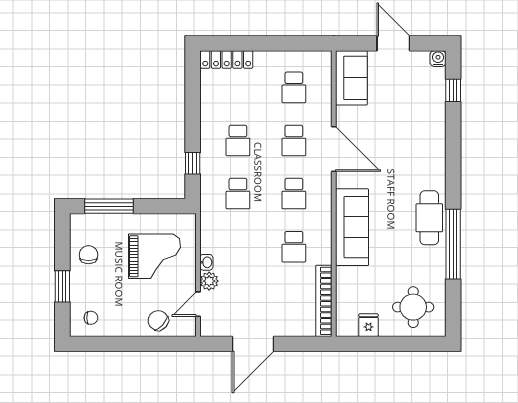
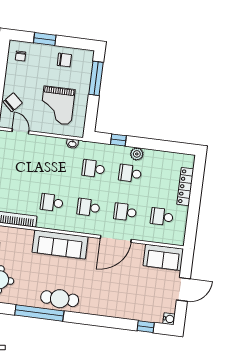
locker: (227, 59) -> (185, 187), moved
washbasin: (206, 262) -> (72, 144), moved
plant: (209, 281) -> (137, 154), moved

